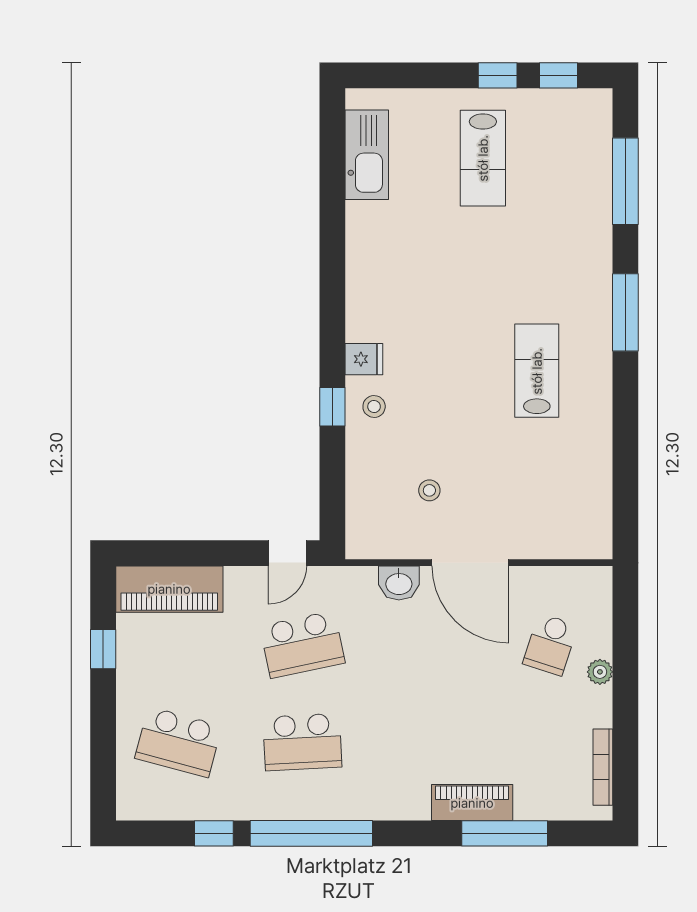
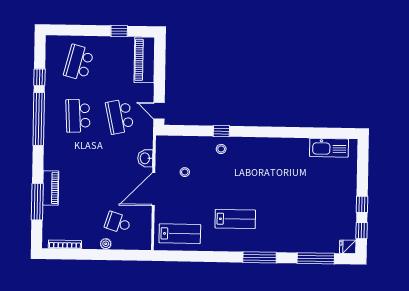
lab bench: (483, 158) -> (180, 234), moved, turned 180
fridge: (364, 359) -> (348, 247), moved, turned 90

